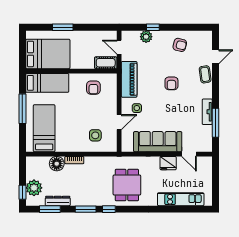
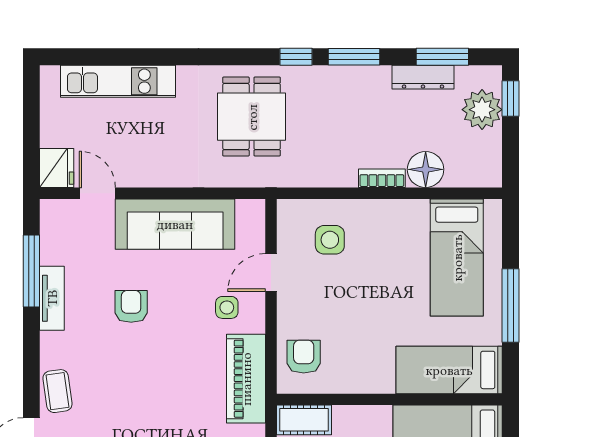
armchair: (171, 83) -> (131, 306), moved
armchair: (93, 88) -> (304, 357), moved
fridge: (168, 163) -> (57, 168), moved, turned 90

